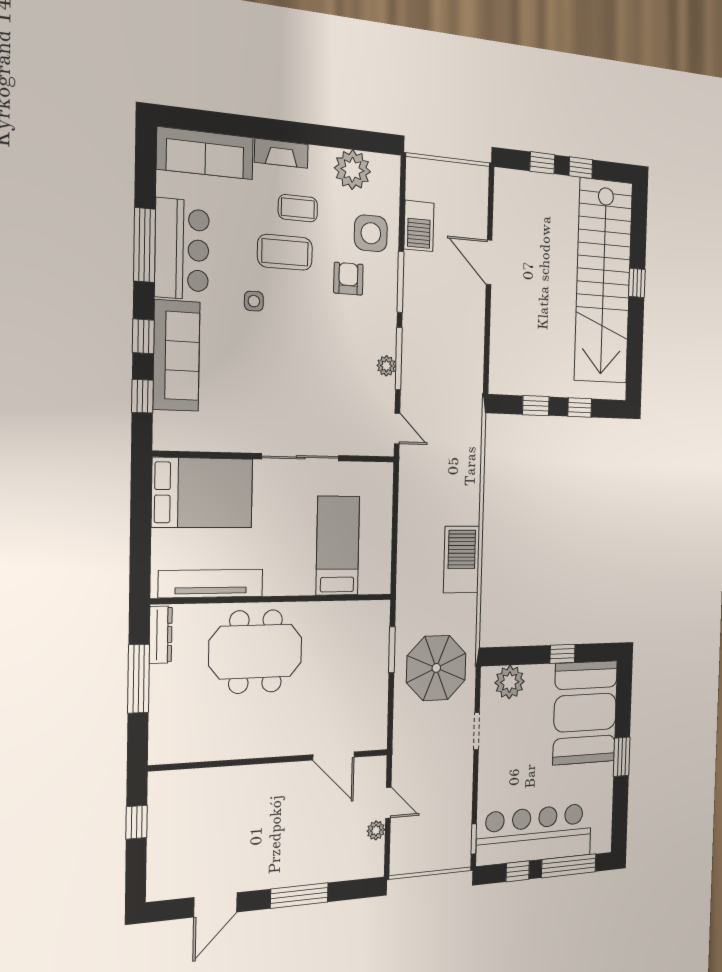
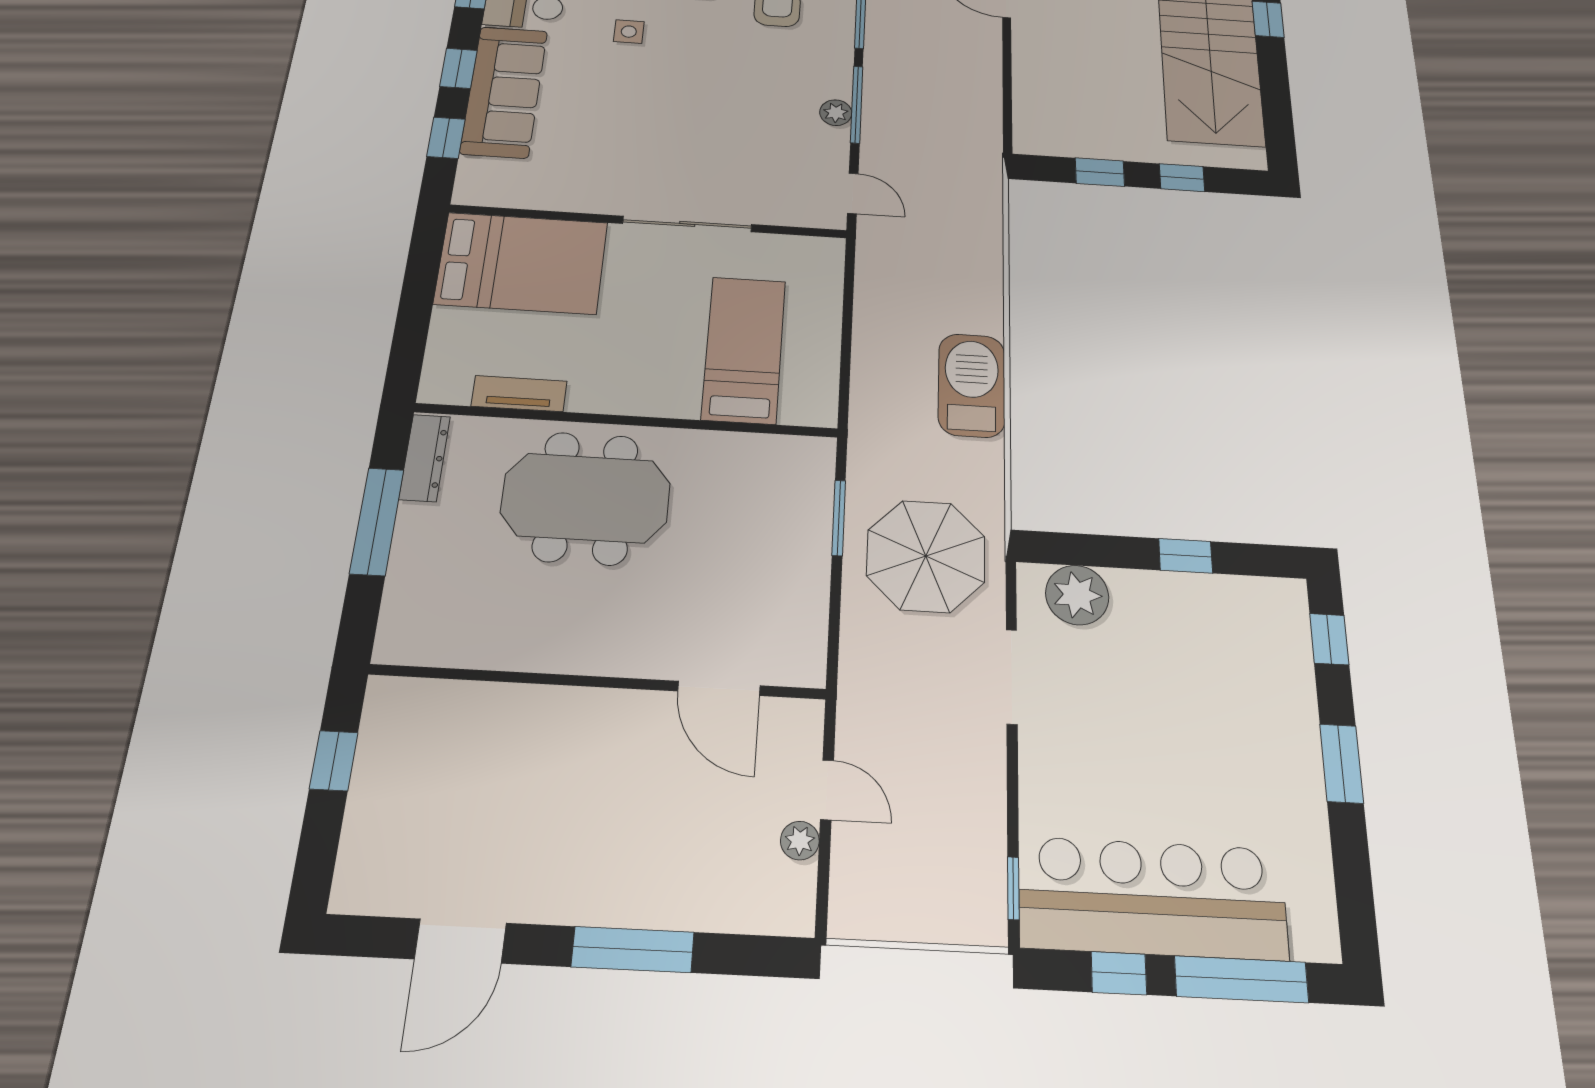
tv unit: (211, 584) -> (519, 394), width x0.52, depth x0.78
window: (624, 693) -> (1329, 639), added
booth: (585, 713) -> (1246, 668), removed
doorway: (477, 731) -> (1012, 677), width x1.38

